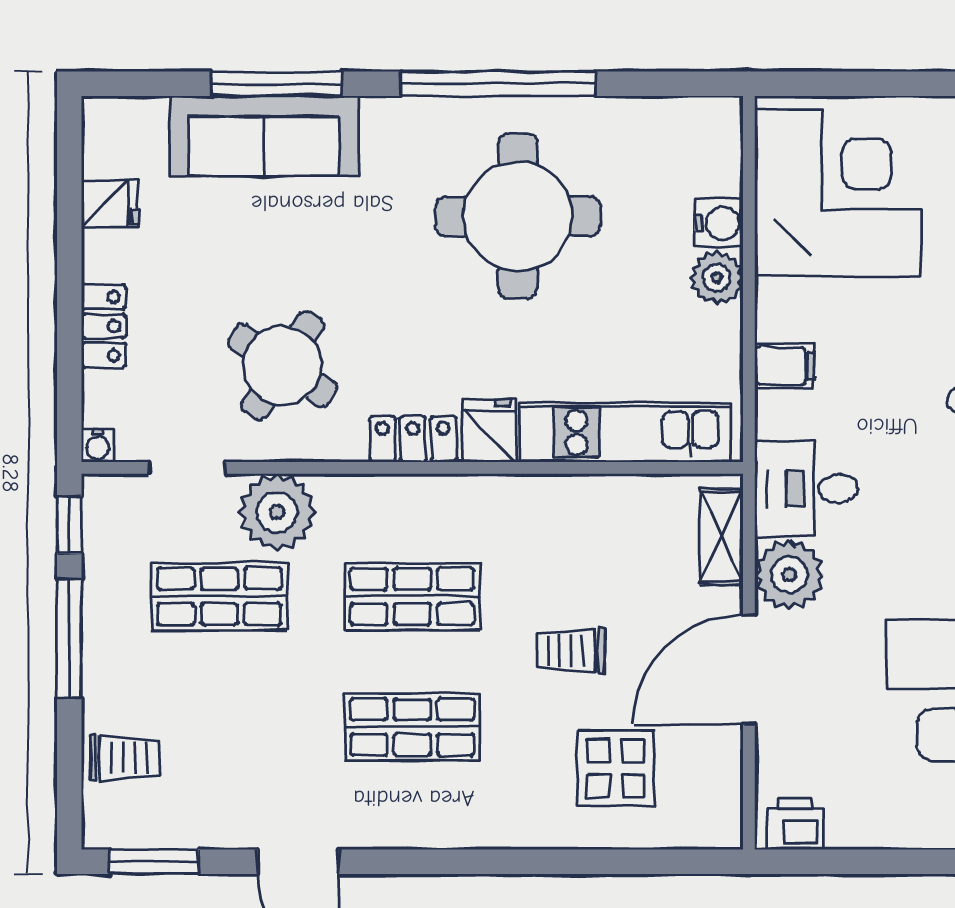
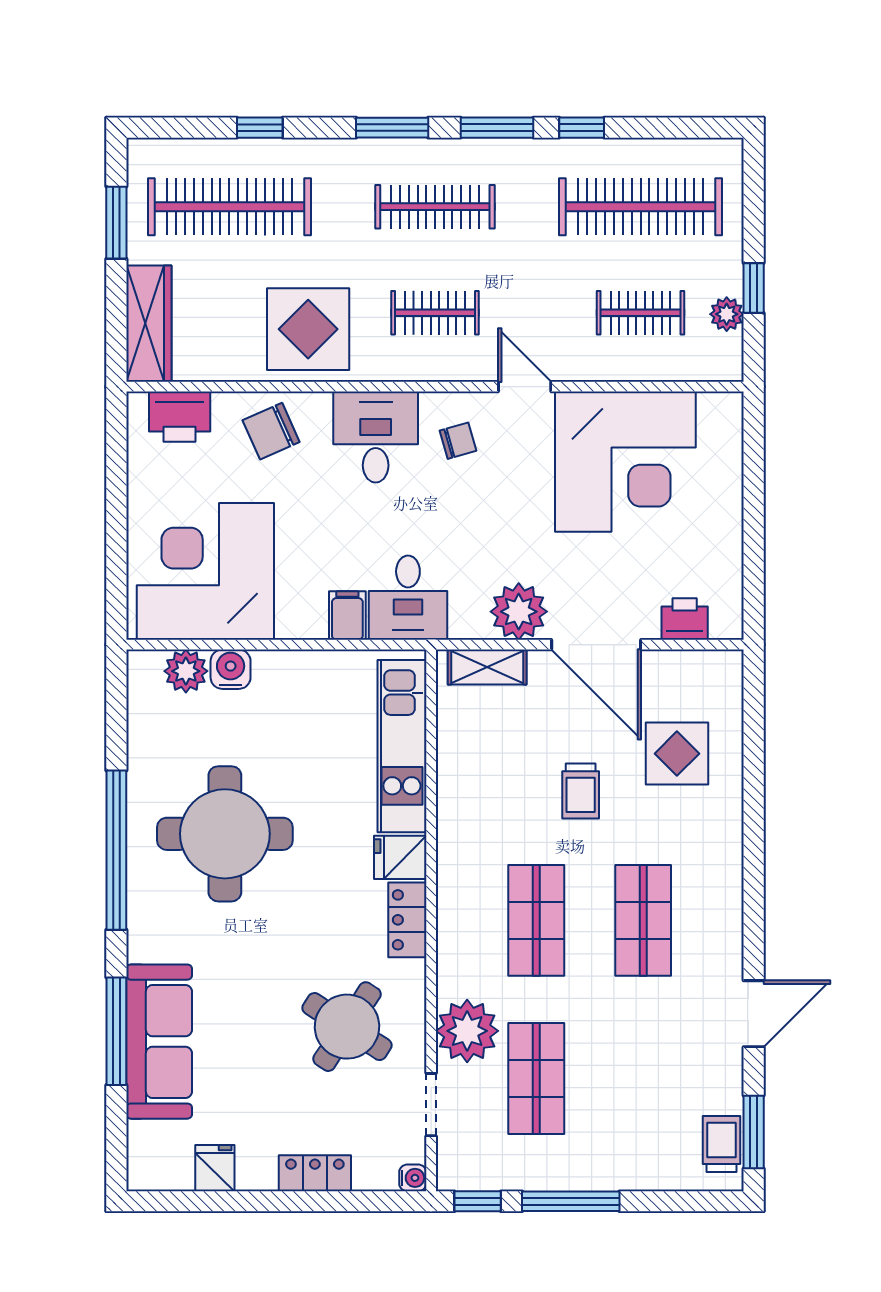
plant: (717, 278) -> (186, 671), moved
desk: (806, 489) -> (408, 598), moved
trolley: (124, 758) -> (721, 1144), moved
printer: (795, 824) -> (685, 619), moved, turned 90

